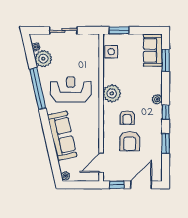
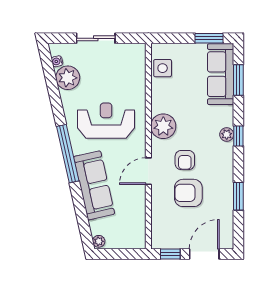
window: (119, 30) -> (209, 38), moved
sofa: (153, 50) -> (221, 74), width x1.36
window: (38, 88) -> (68, 154), moved
window: (166, 112) -> (238, 136), moved
armchair: (130, 141) -> (188, 193), turned 90
door: (101, 163) -> (148, 171), moved

